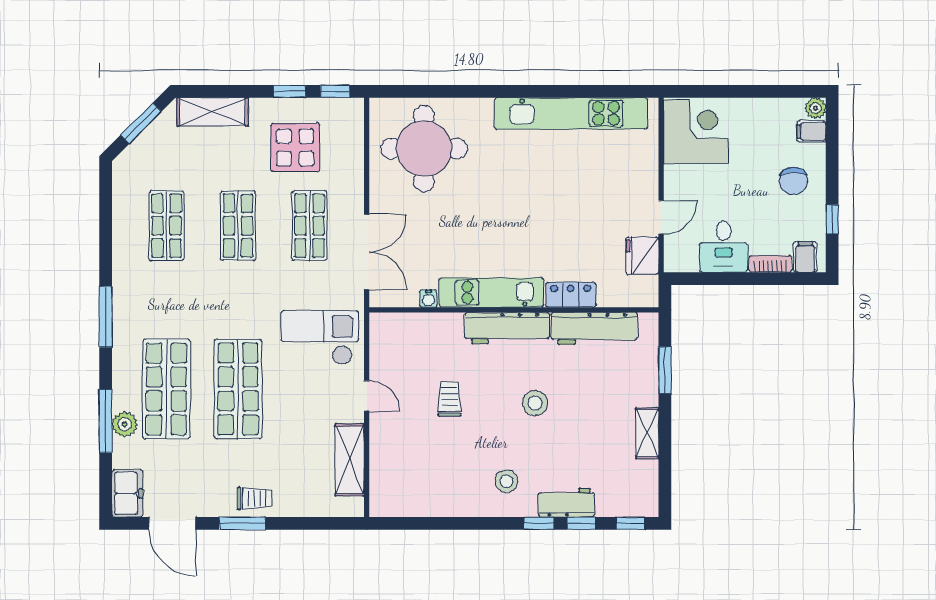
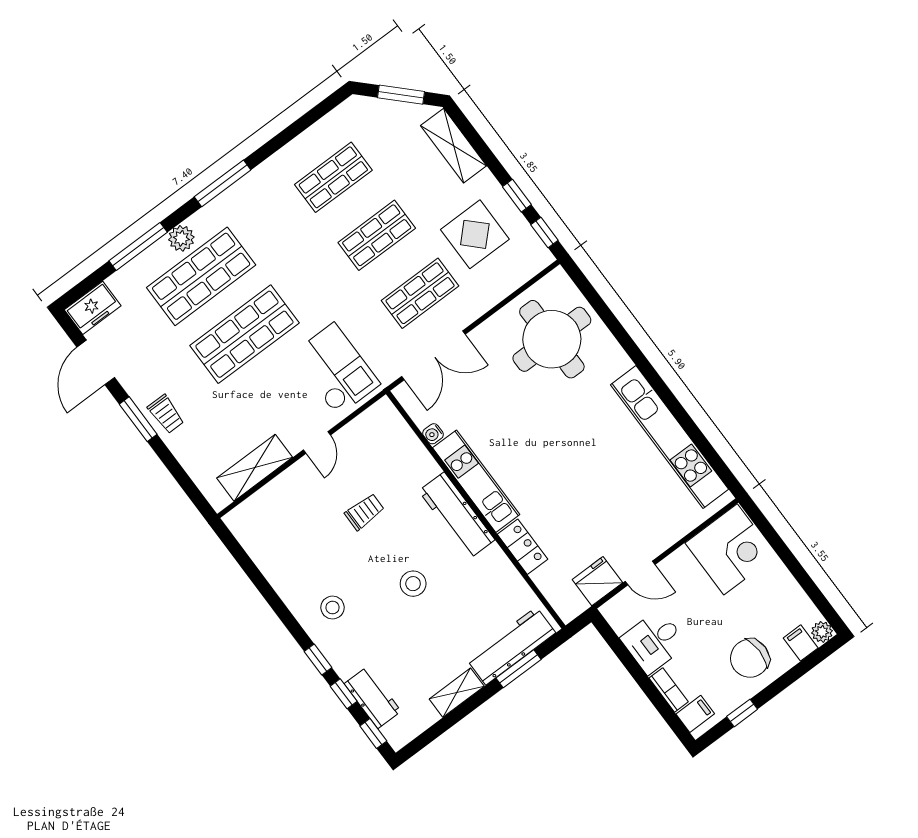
chair: (793, 181) -> (750, 658), width x1.37, depth x1.37
workbench: (594, 329) -> (511, 646), moved, turned 90
plant: (125, 424) -> (181, 238), moved
workbench: (566, 503) -> (373, 697), moved

